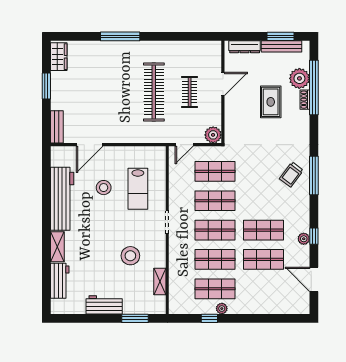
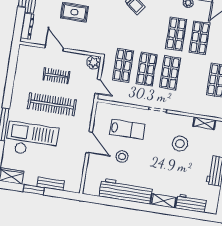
checkout: (107, 74) -> (32, 140), added
bench: (57, 127) -> (51, 184), moved
door: (90, 145) -> (89, 142), moved
shop shelf: (215, 259) -> (194, 76), removed

